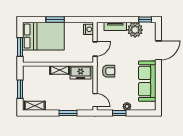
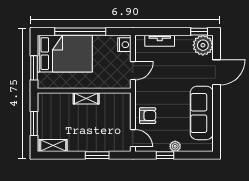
window: (55, 19) -> (80, 32), width x2.11
plant: (135, 30) -> (203, 45), moved
armchair: (109, 71) -> (148, 116), moved
freezer: (81, 72) -> (114, 102), removed

